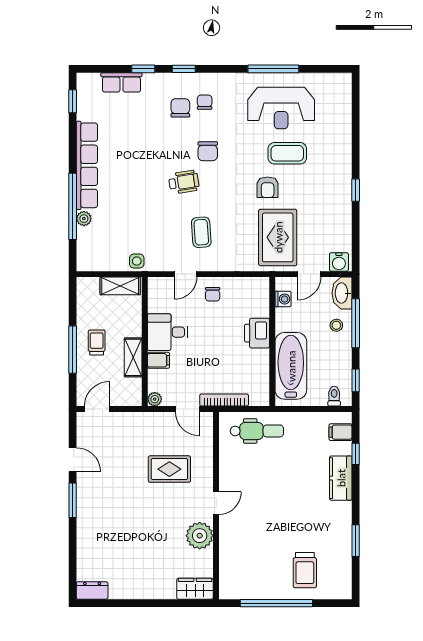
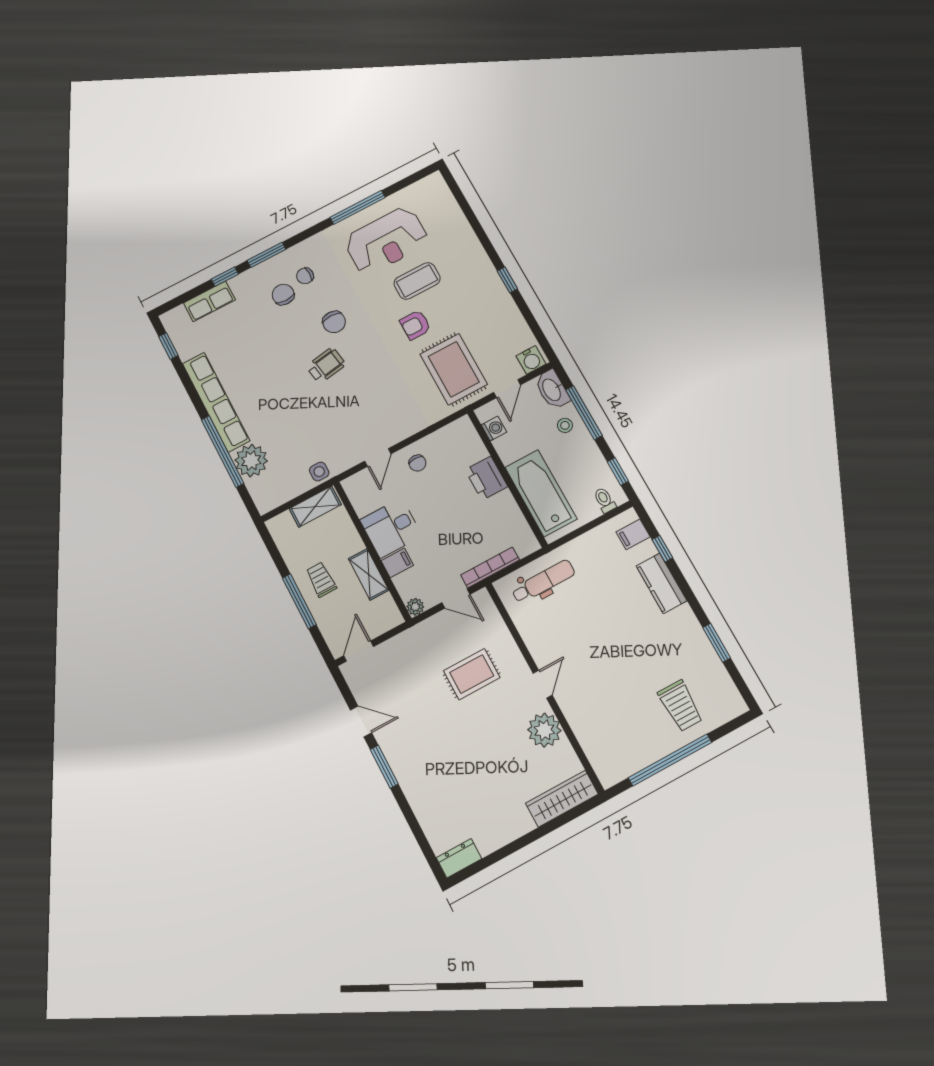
window: (184, 69) -> (266, 255), width x1.50
chair: (205, 102) -> (305, 276), turned -90
armchair: (268, 187) -> (415, 325), turned 90
plant: (84, 219) -> (251, 461), width x1.88, depth x1.88
coffee table: (201, 232) -> (371, 406), removed
wardrobe: (195, 589) -> (562, 799), width x1.50

